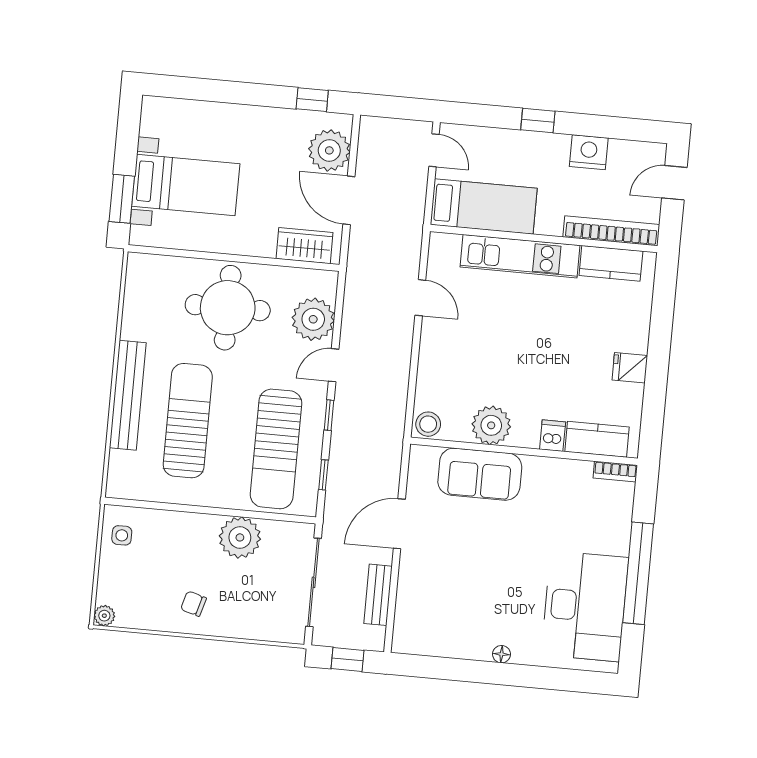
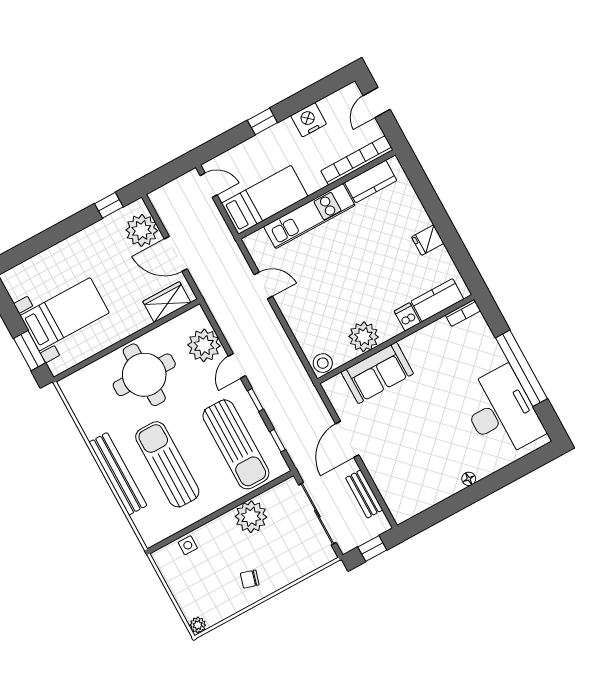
side table: (122, 535) -> (188, 545), moved

